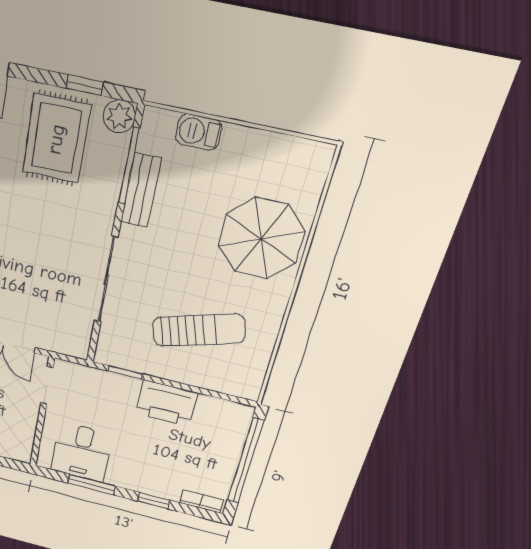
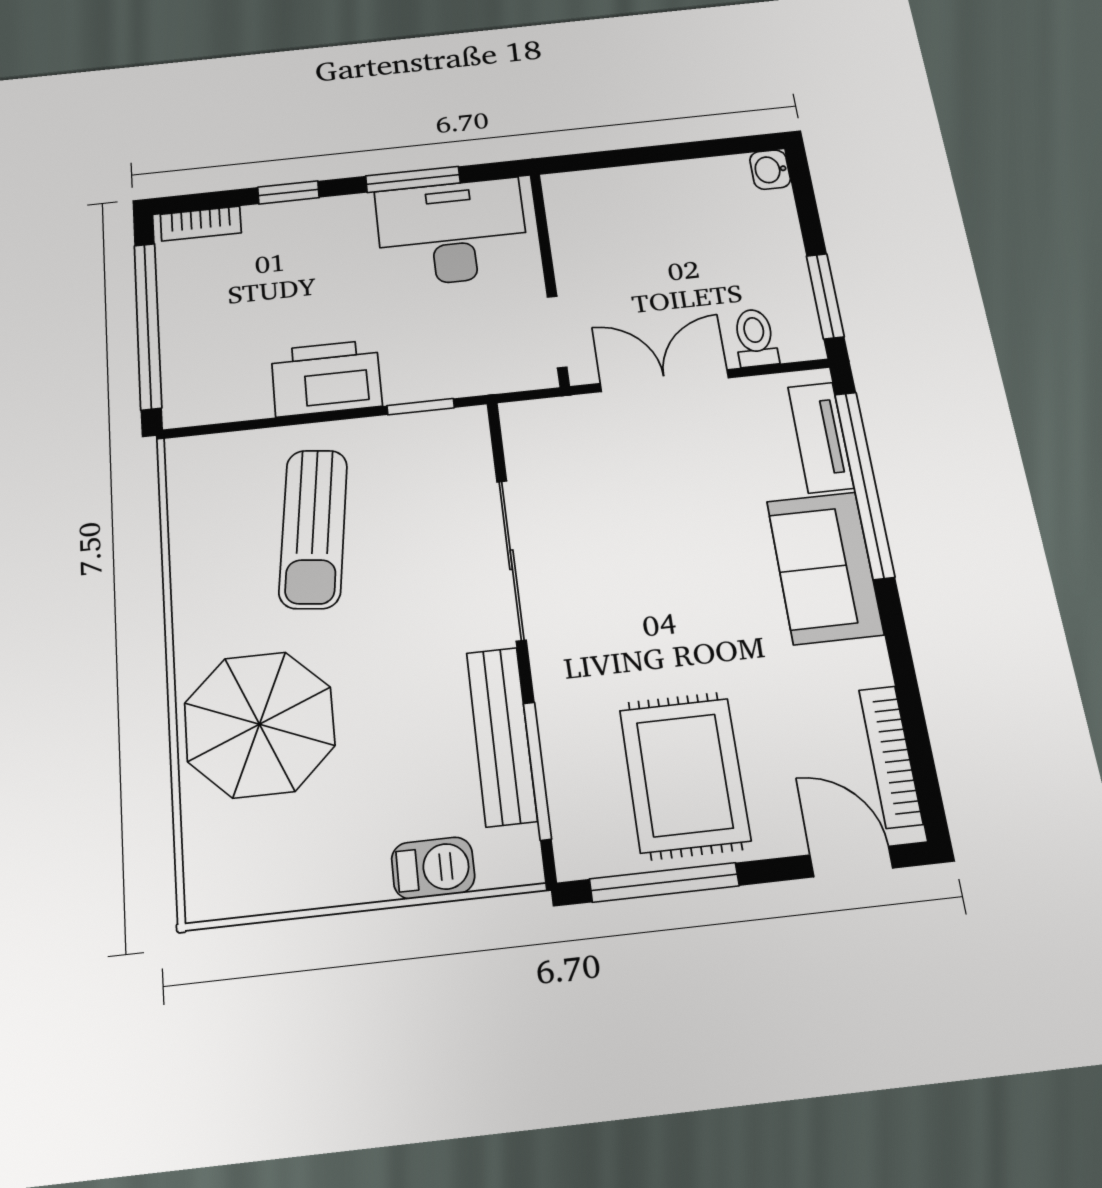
window: (84, 85) -> (664, 882), width x2.17
plant: (119, 116) -> (583, 850), removed
bench: (141, 190) -> (501, 736), width x1.36
sun lounger: (199, 330) -> (313, 528), turned -66
desk: (81, 452) -> (452, 232), width x1.37

